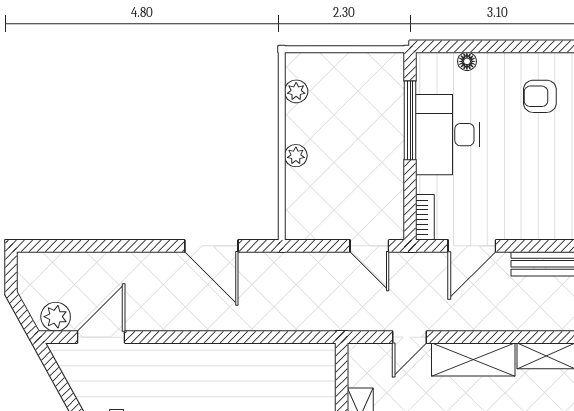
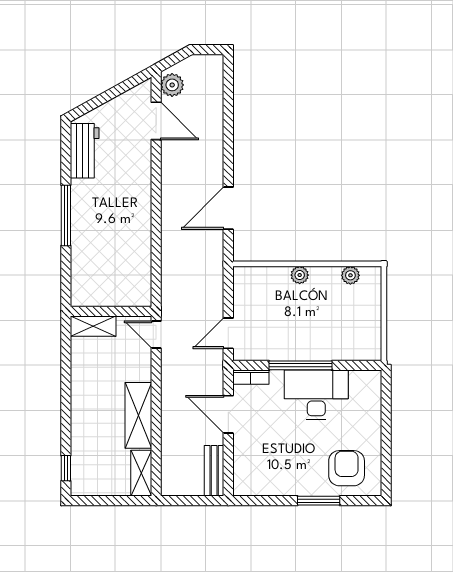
floor lamp: (467, 61) -> (374, 410), removed
armchair: (540, 96) -> (347, 468), width x1.38, depth x1.38
window: (410, 120) -> (300, 365), moved
door: (409, 337) -> (156, 335), moved

